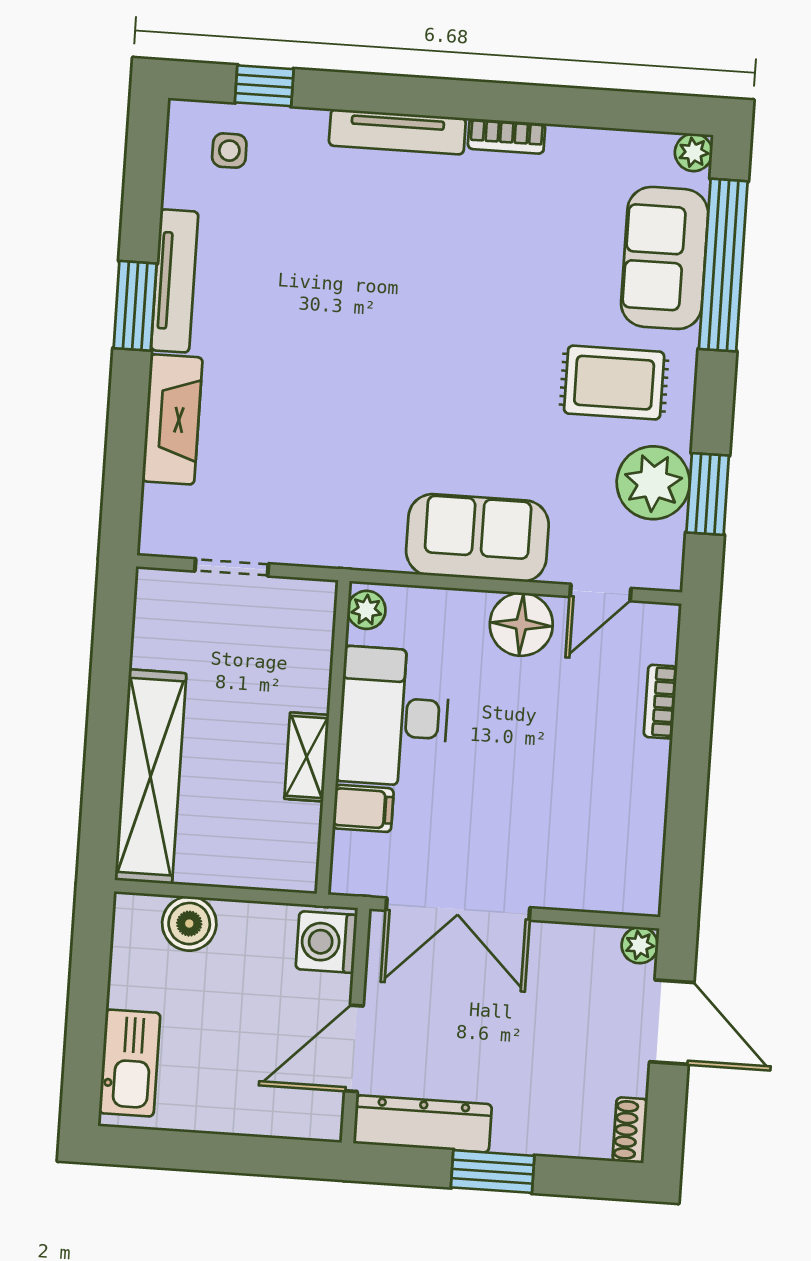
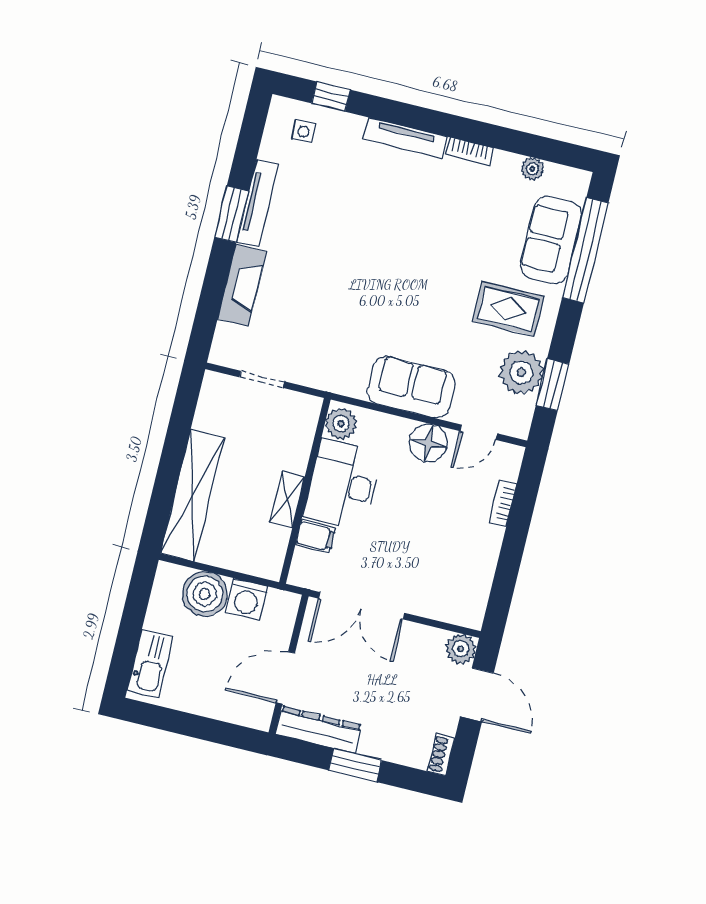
plant: (694, 152) -> (533, 169), moved
plant: (366, 610) -> (341, 424), width x1.38, depth x1.38
boiler: (189, 924) -> (205, 594), width x1.37, depth x1.37
washing machine: (326, 942) -> (247, 599), moved, turned -90
plant: (640, 945) -> (461, 649), width x1.38, depth x1.38

